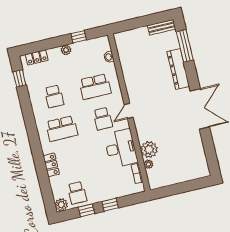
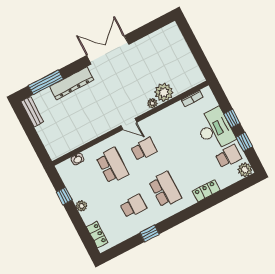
window: (20, 78) -> (150, 233), moved
desk: (121, 148) -> (215, 129), moved, turned 90
plant: (148, 164) -> (152, 103), moved

